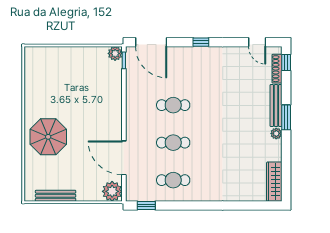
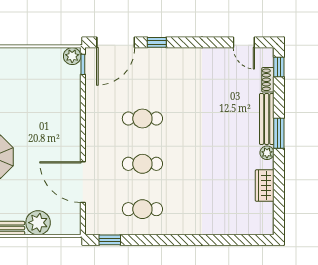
door: (151, 42) -> (116, 42), hinge flipped
window: (201, 42) -> (157, 42), moved
shoe rack: (277, 69) -> (268, 80), width x0.70
wardrobe: (274, 182) -> (265, 186), moved, width x0.67
plant: (112, 191) -> (38, 223), moved

